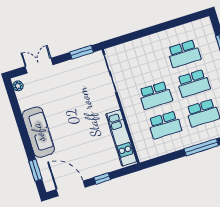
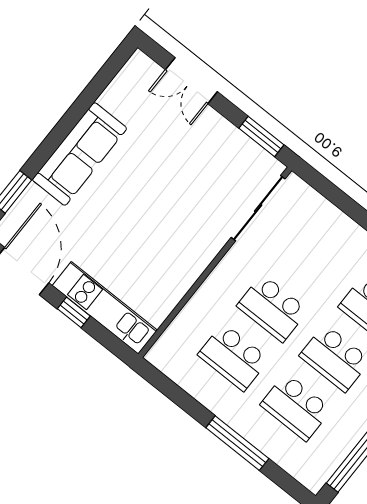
double door: (39, 66) -> (191, 81), swing flipped
plant: (18, 86) -> (134, 68), removed
kitchen unit: (121, 138) -> (105, 308), moved, turned 90

